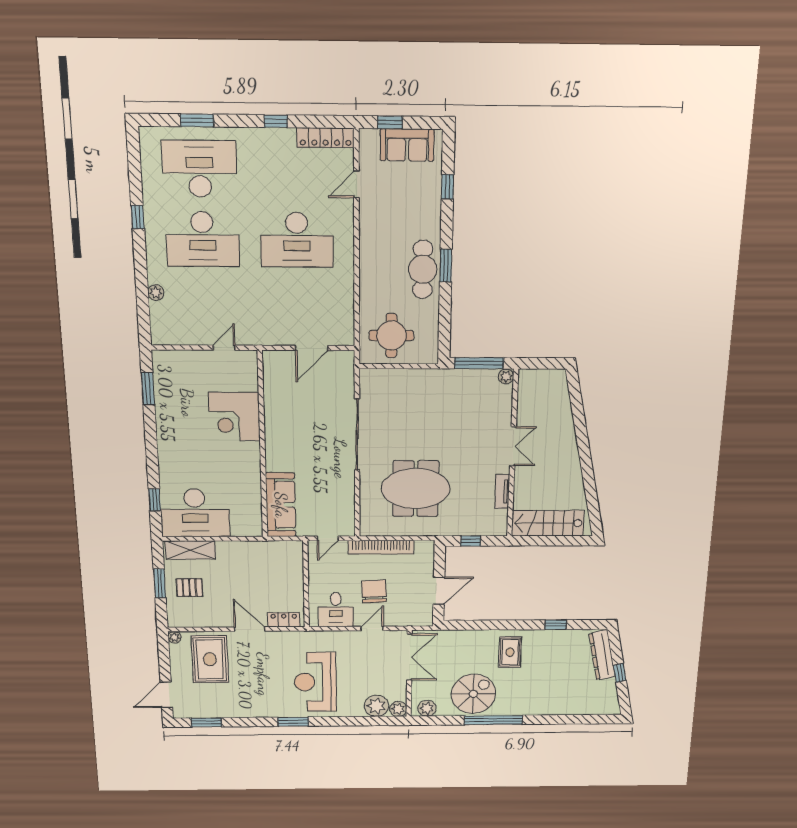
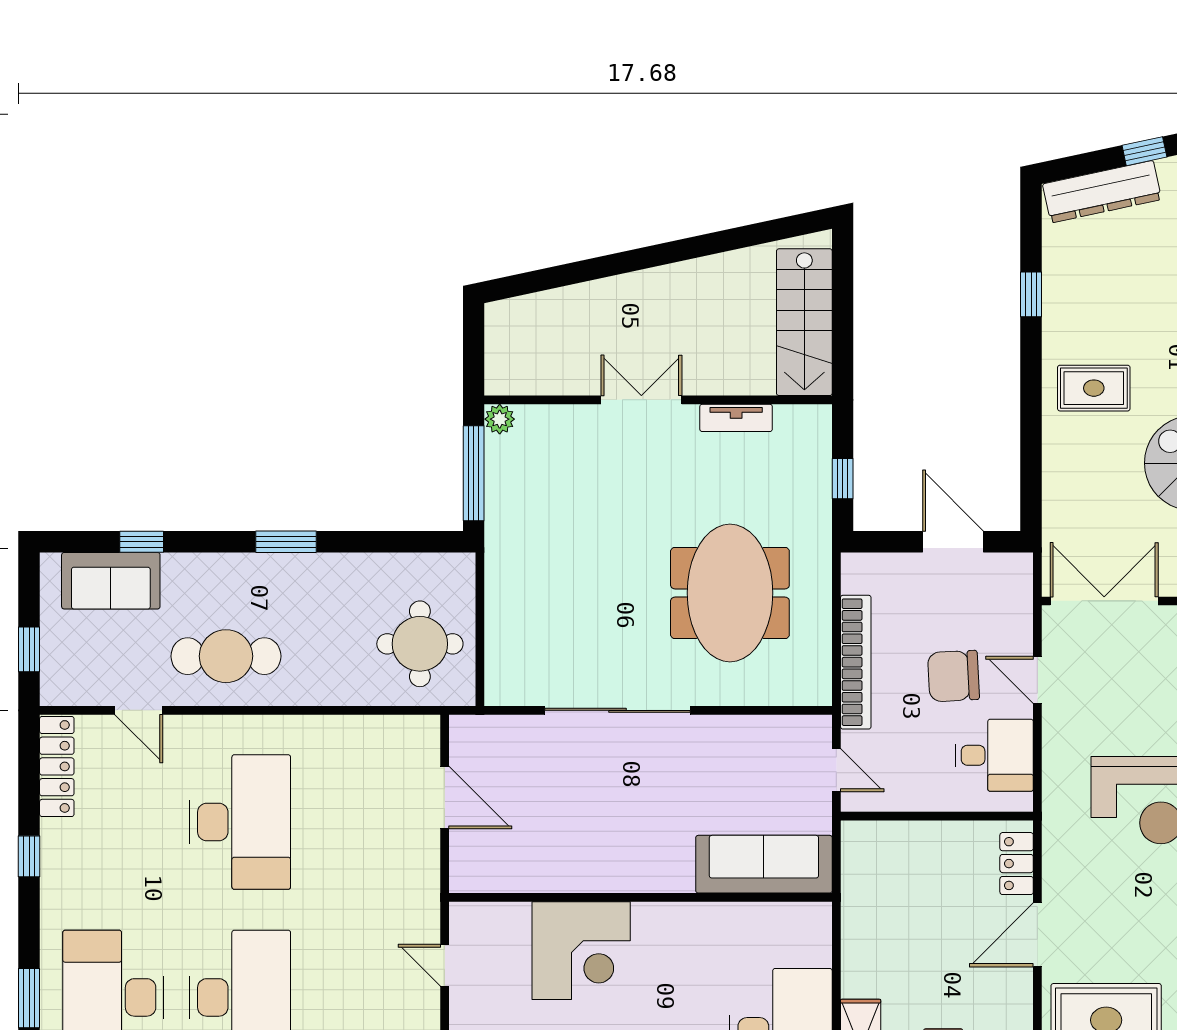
sofa: (407, 145) -> (111, 581), moved, turned 90
cafe table: (423, 269) -> (226, 656), moved

